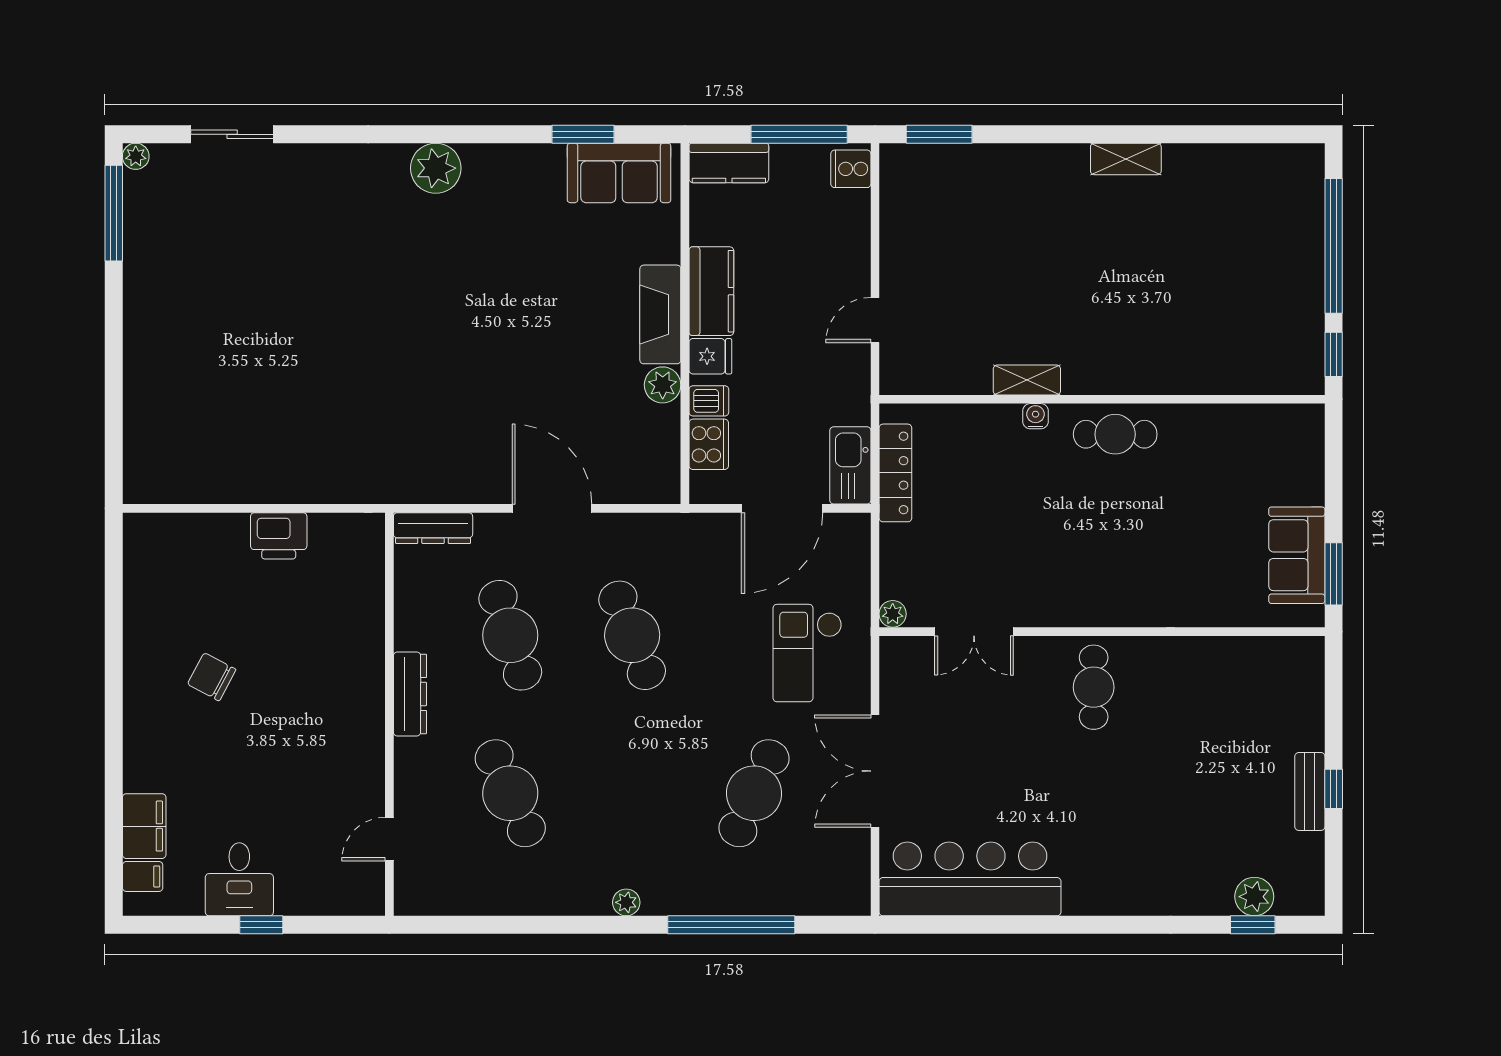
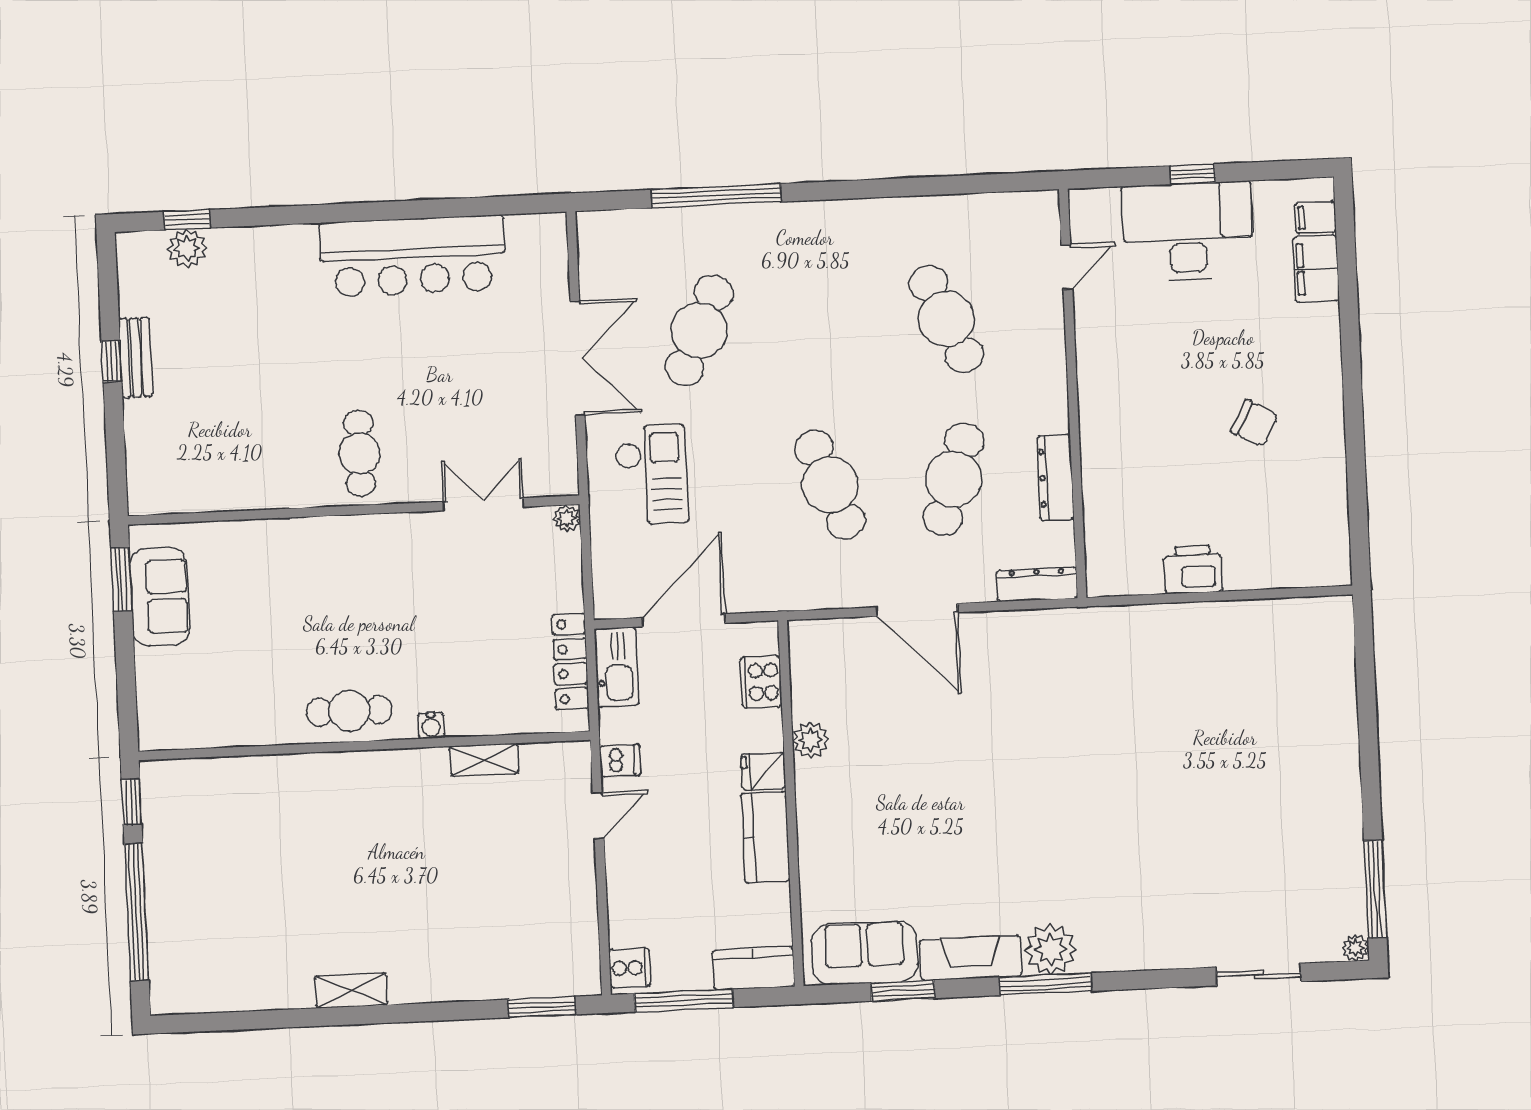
window: (442, 134) -> (1046, 984), added
fireplace: (660, 314) -> (970, 958), moved, turned -90
shelving: (1027, 380) -> (484, 760), moved
dishwasher: (709, 401) -> (620, 761), moved, turned 180
cafe table: (510, 635) -> (954, 479), turned 36
dresser: (410, 694) -> (1055, 478), moved
desk: (239, 879) -> (1188, 232), width x1.87, depth x1.30
bar counter: (970, 879) -> (412, 256), moved
plant: (626, 902) -> (824, 214), removed

